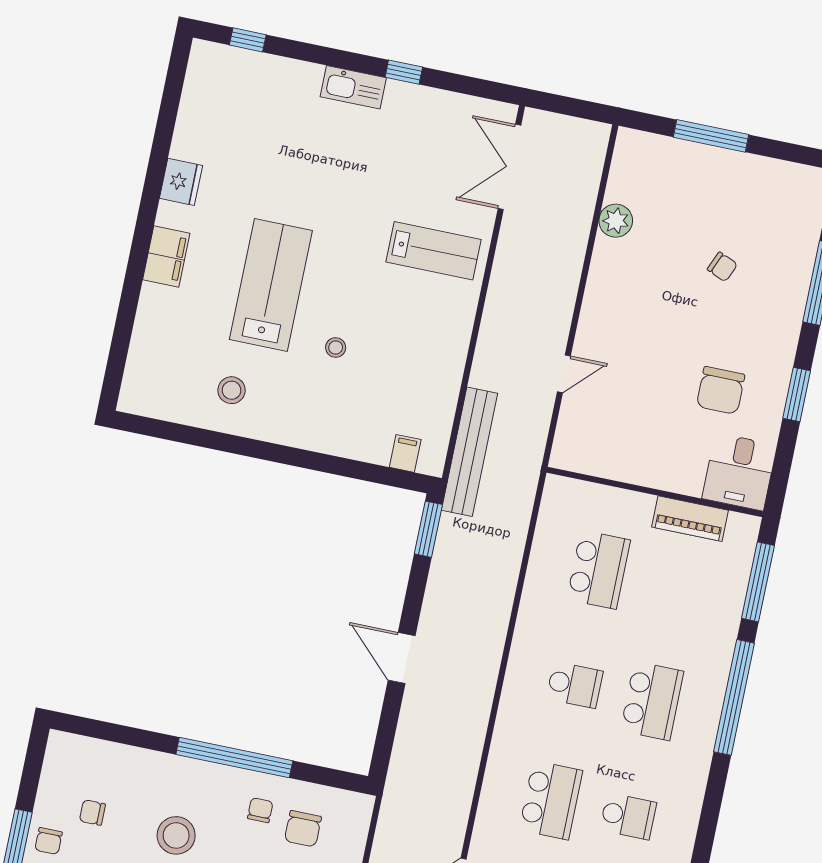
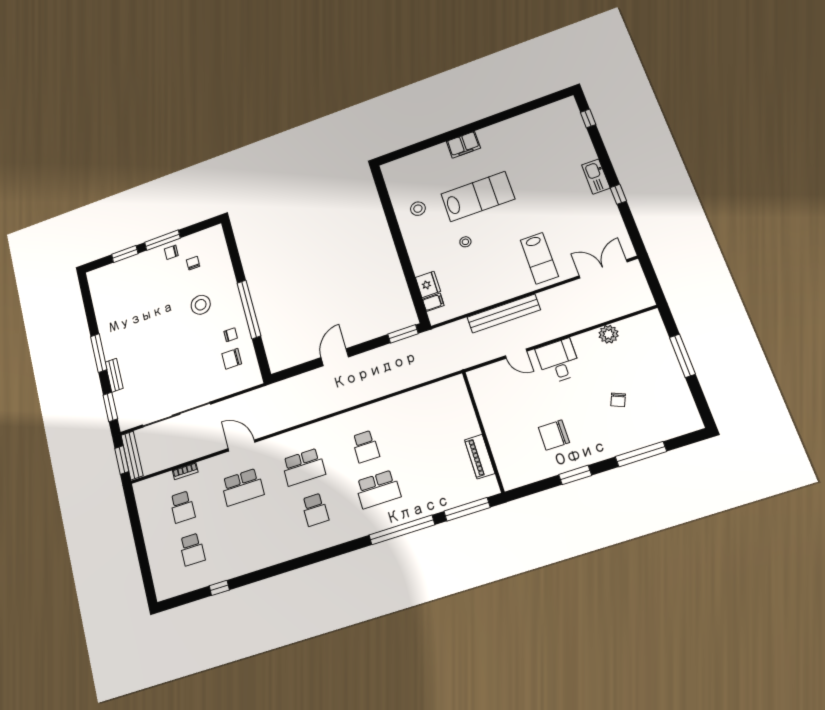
fridge: (181, 182) -> (428, 284), moved, turned -90
bench: (470, 452) -> (504, 313), moved
desk: (739, 472) -> (558, 361), moved, turned 90
school desk: (598, 570) -> (429, 426), removed

